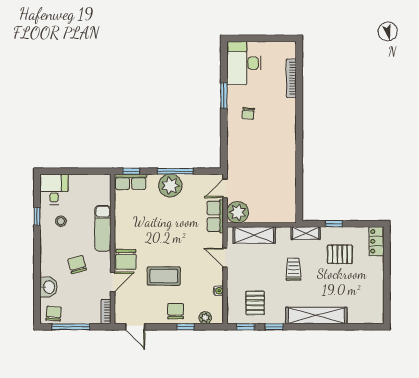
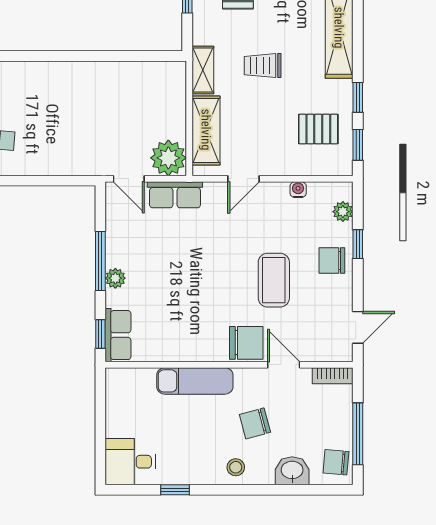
plant: (170, 186) -> (115, 278), width x0.53, depth x0.53
stool: (61, 221) -> (236, 467), moved
shelving: (306, 233) -> (203, 70), moved

